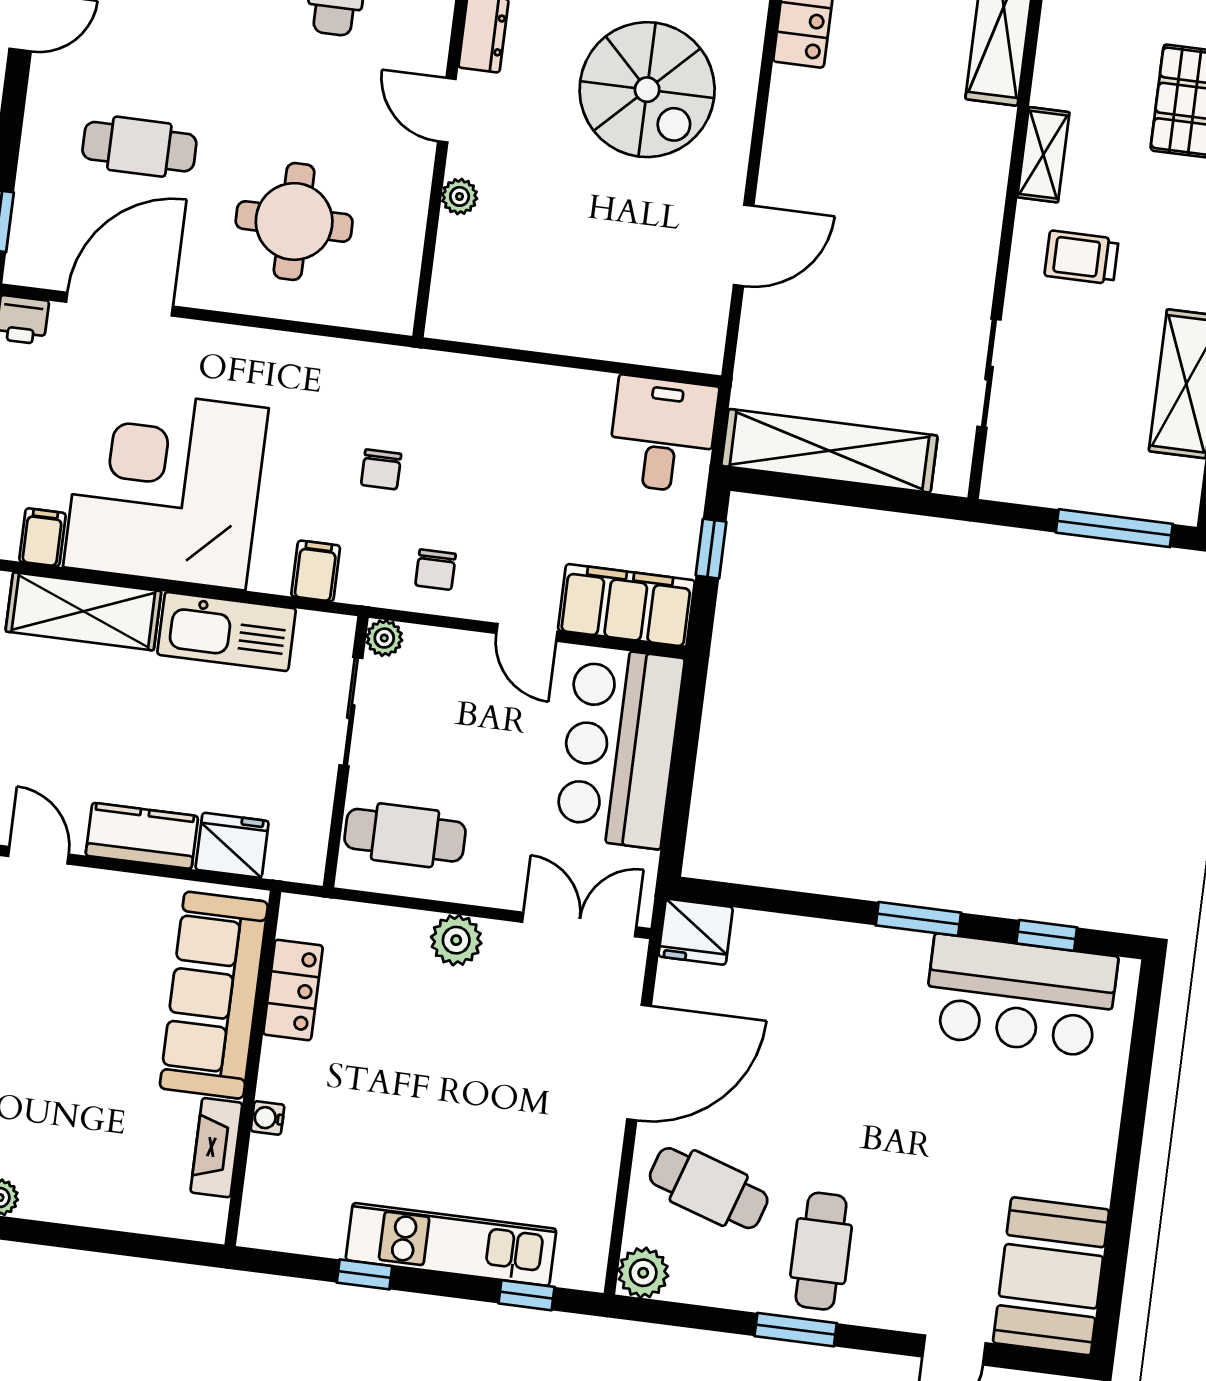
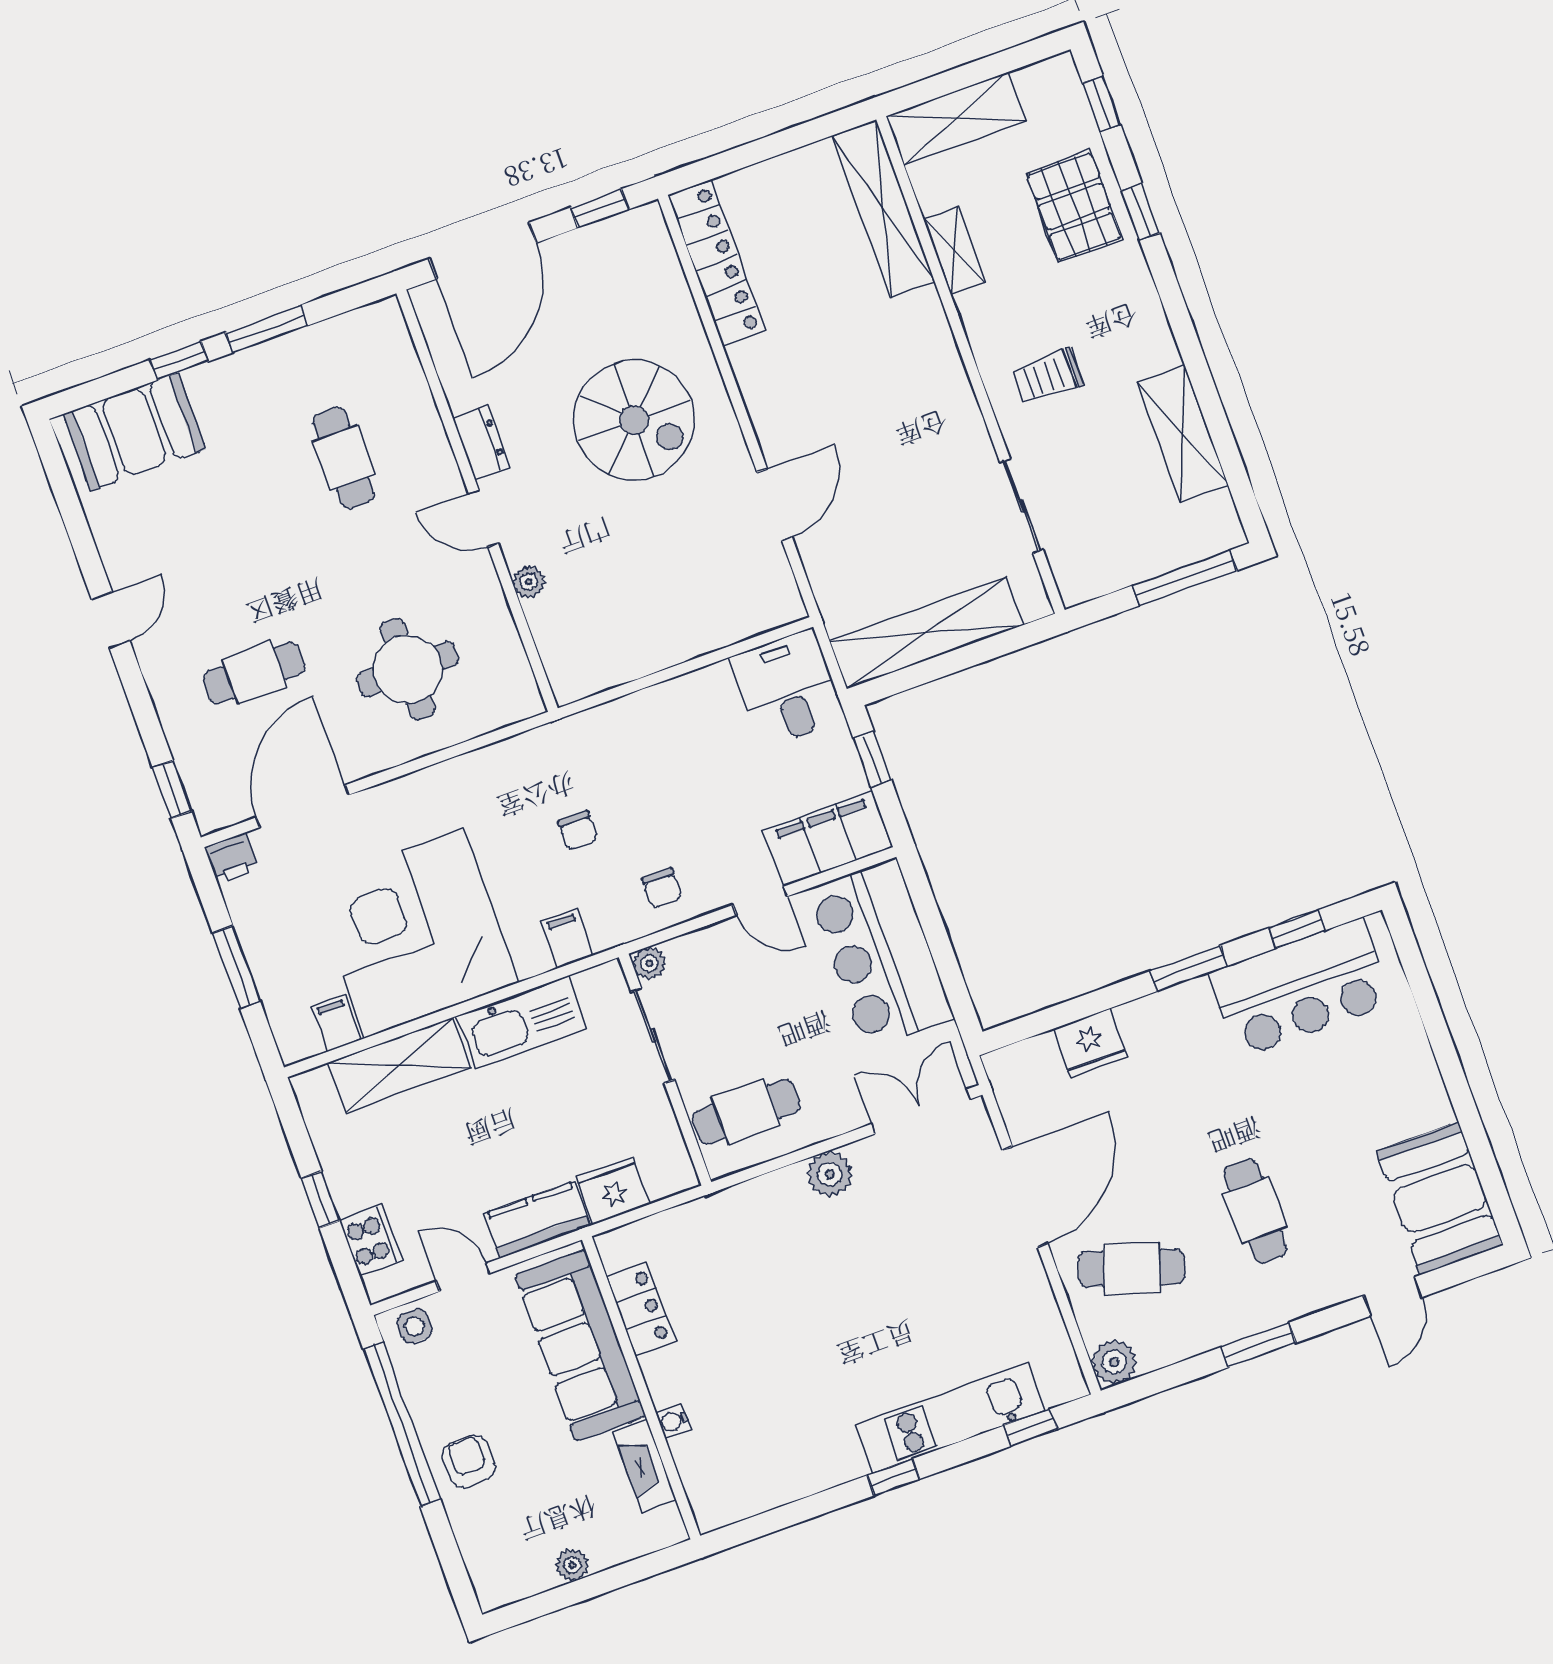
shelving: (1043, 155) -> (954, 251), moved
fridge: (696, 932) -> (1090, 1043), moved
locker: (293, 990) -> (641, 1309), moved
sofa: (214, 995) -> (580, 1345), moved
wall: (253, 1068) -> (641, 1388), moved
water cooler: (268, 1118) -> (673, 1421), moved
fireplace: (216, 1148) -> (645, 1466), moved
cafe table: (821, 1251) -> (1255, 1211), moved

